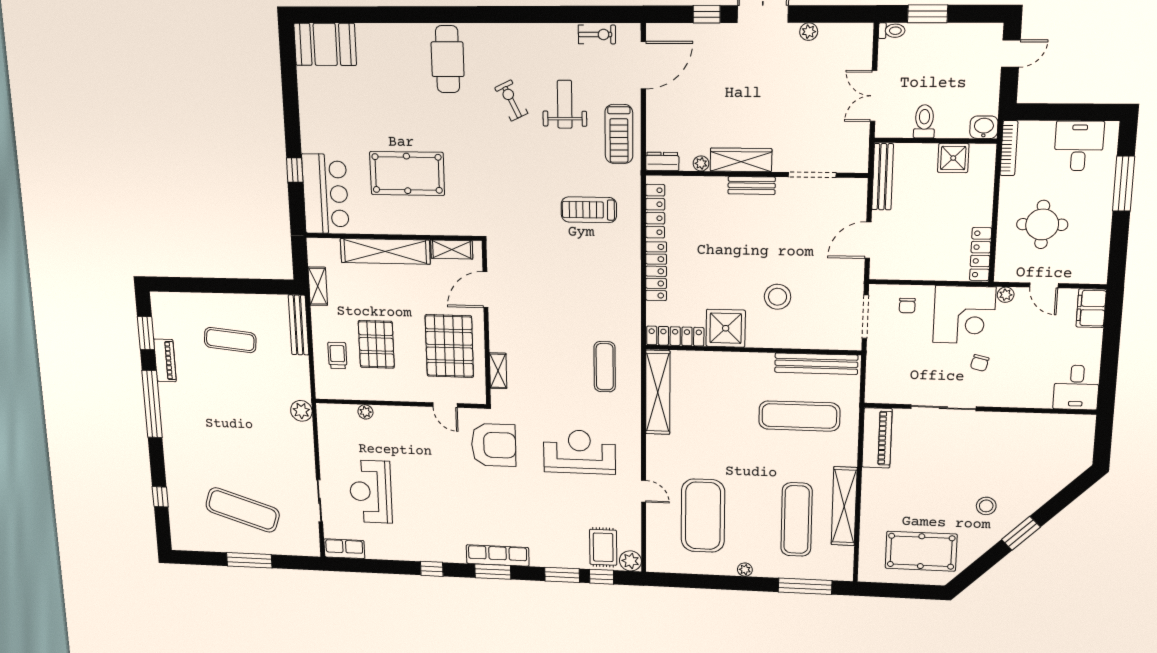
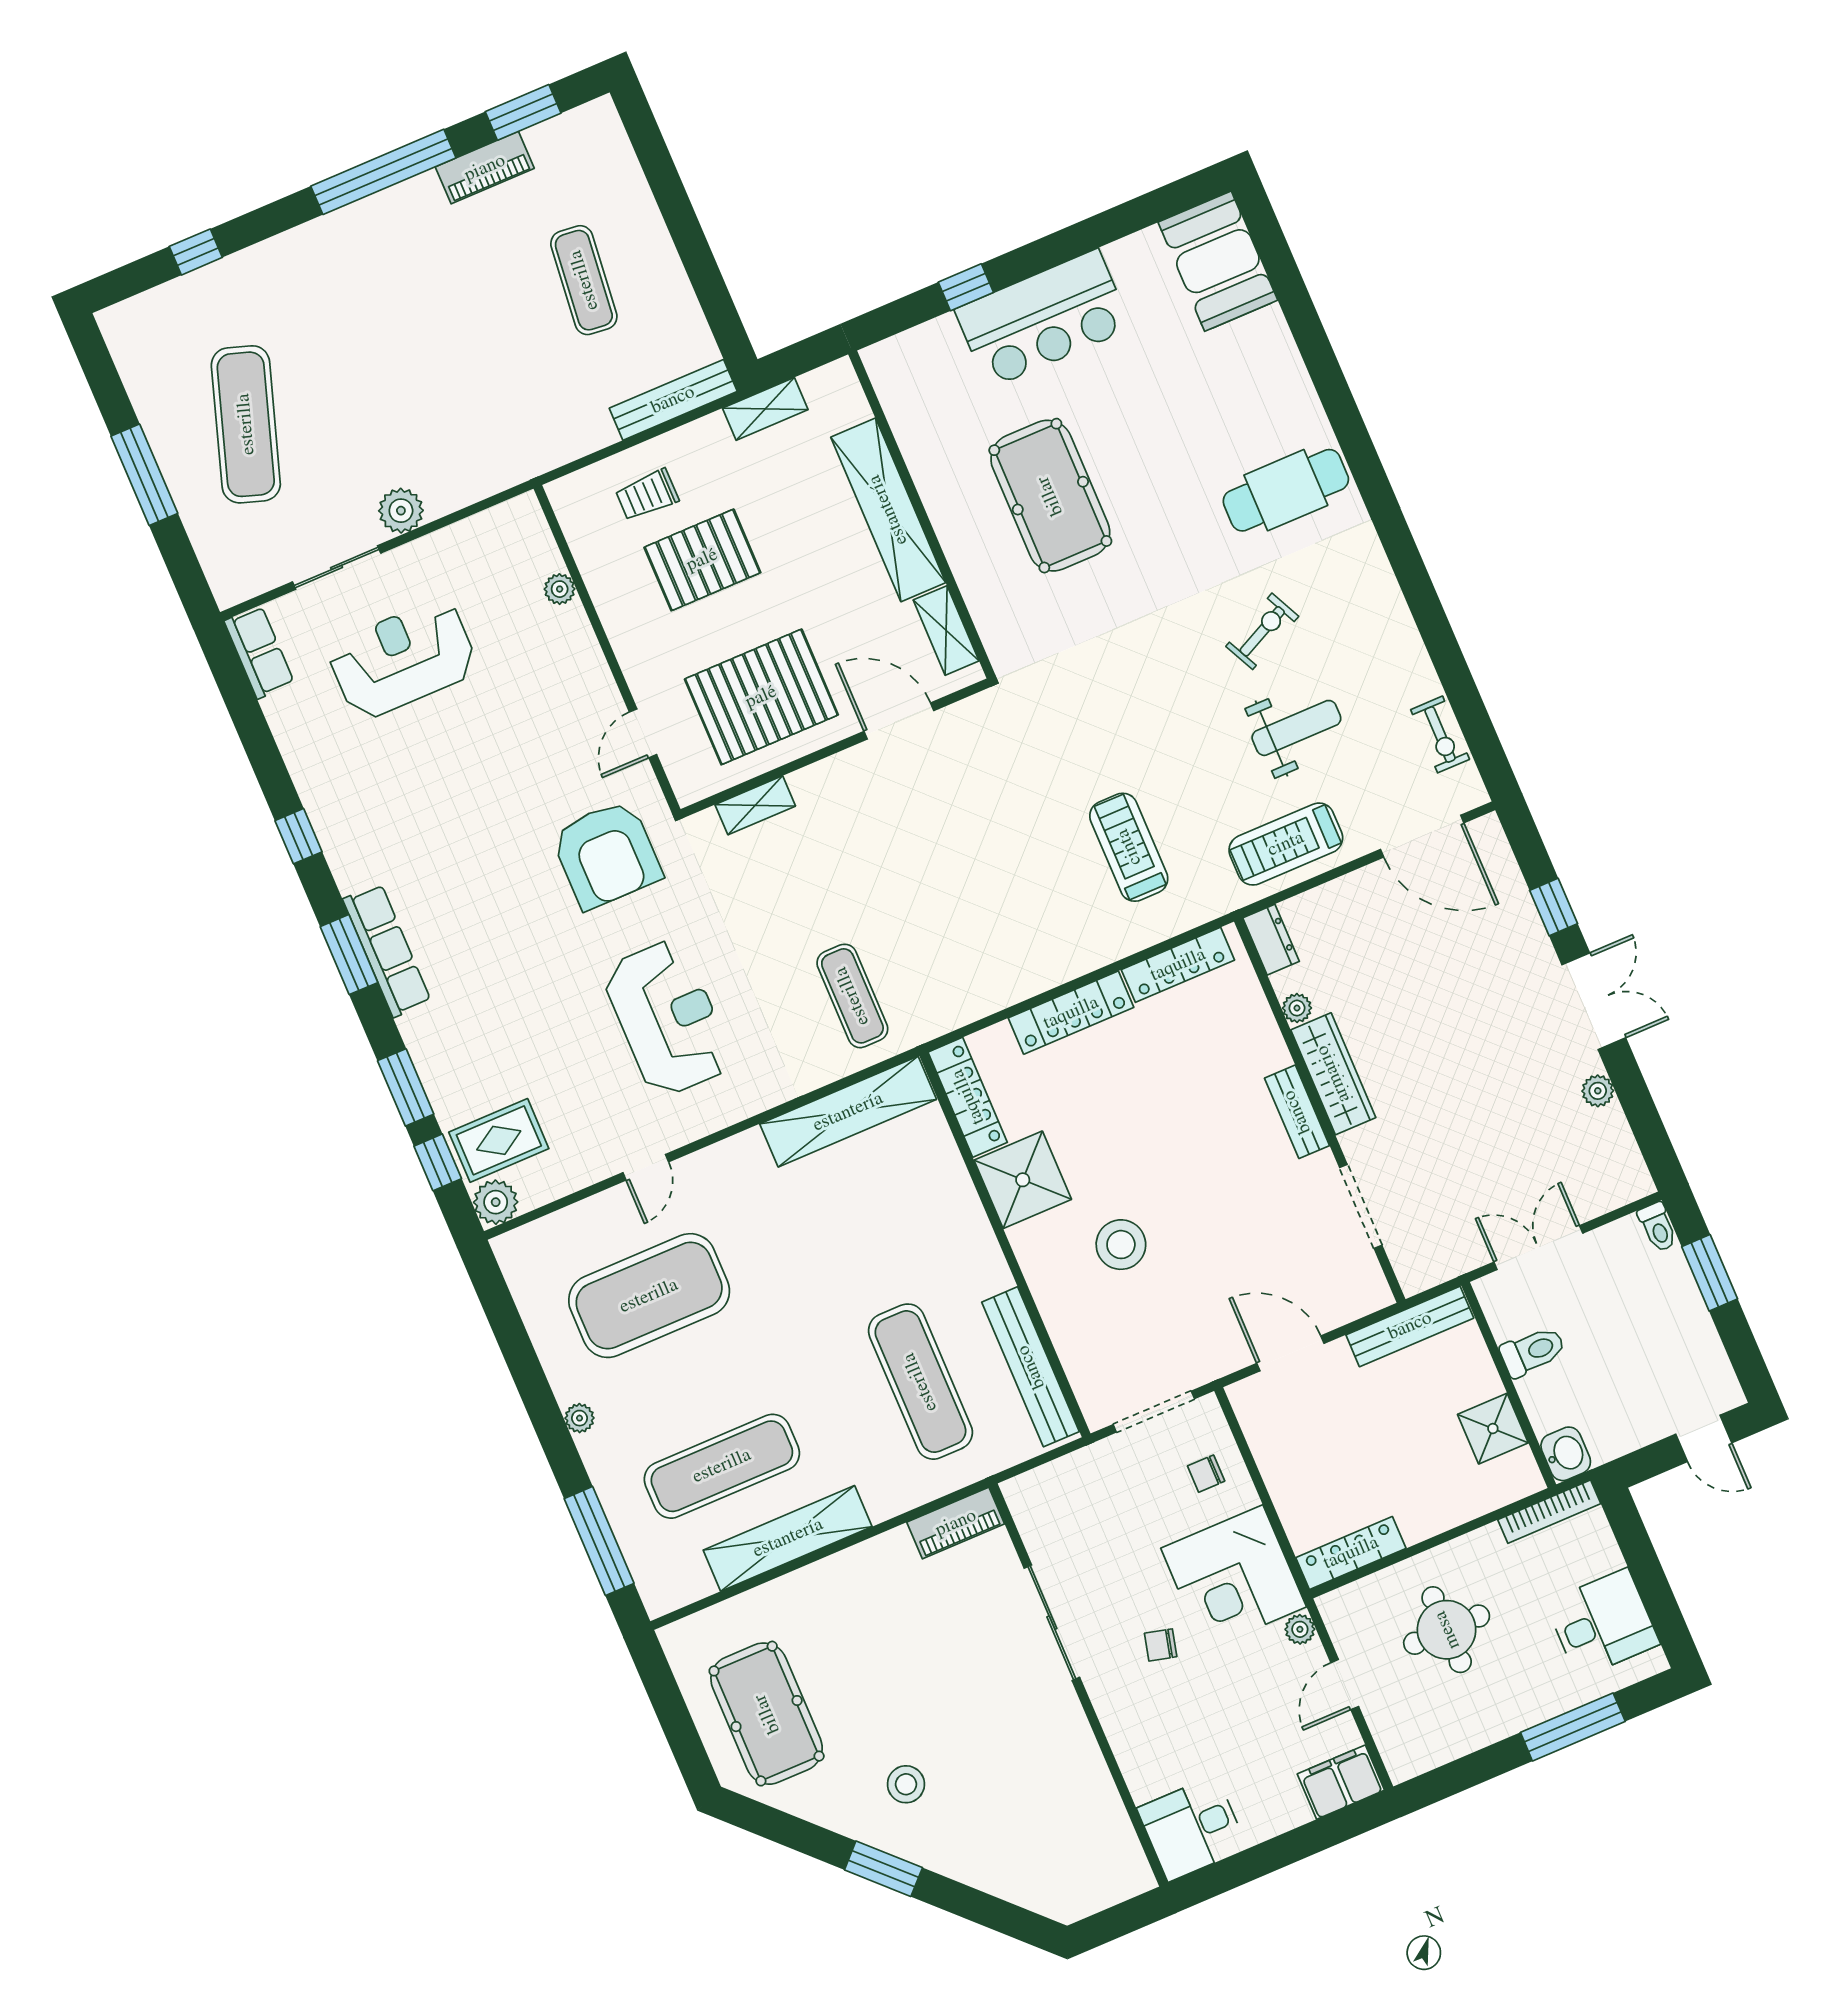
bar counter: (325, 194) -> (1043, 319), moved
trolley: (337, 355) -> (647, 495), turned 180
exercise mat: (605, 367) -> (852, 996), turned 90
plant: (301, 411) -> (401, 511), moved
piano: (877, 438) -> (956, 1523), width x0.73, depth x0.75

